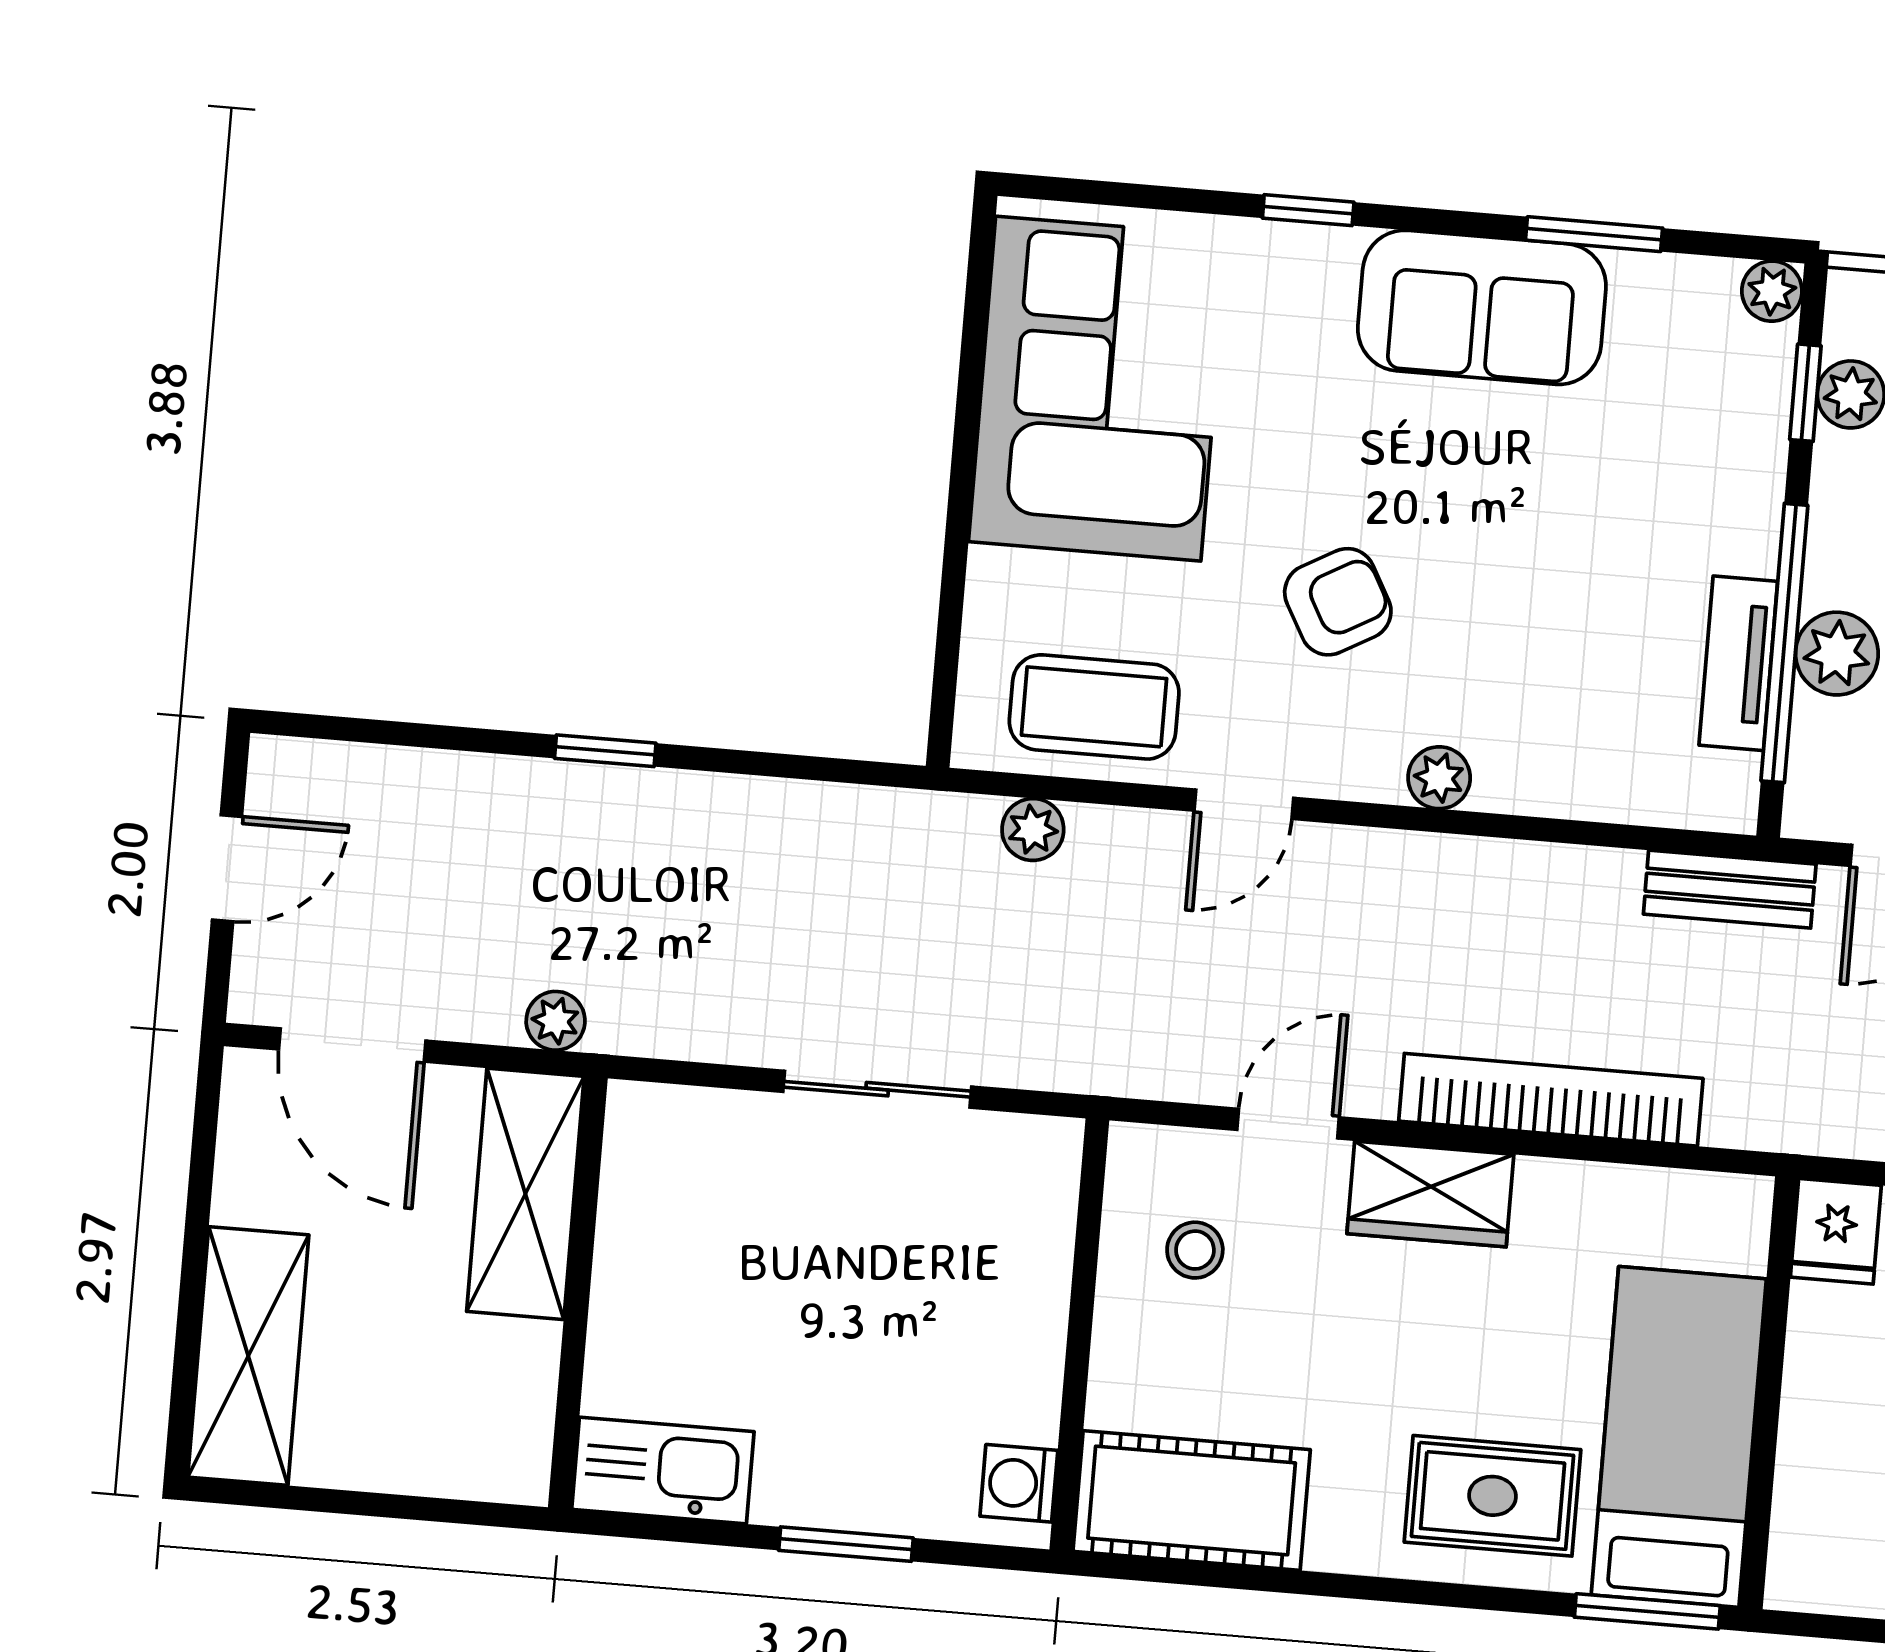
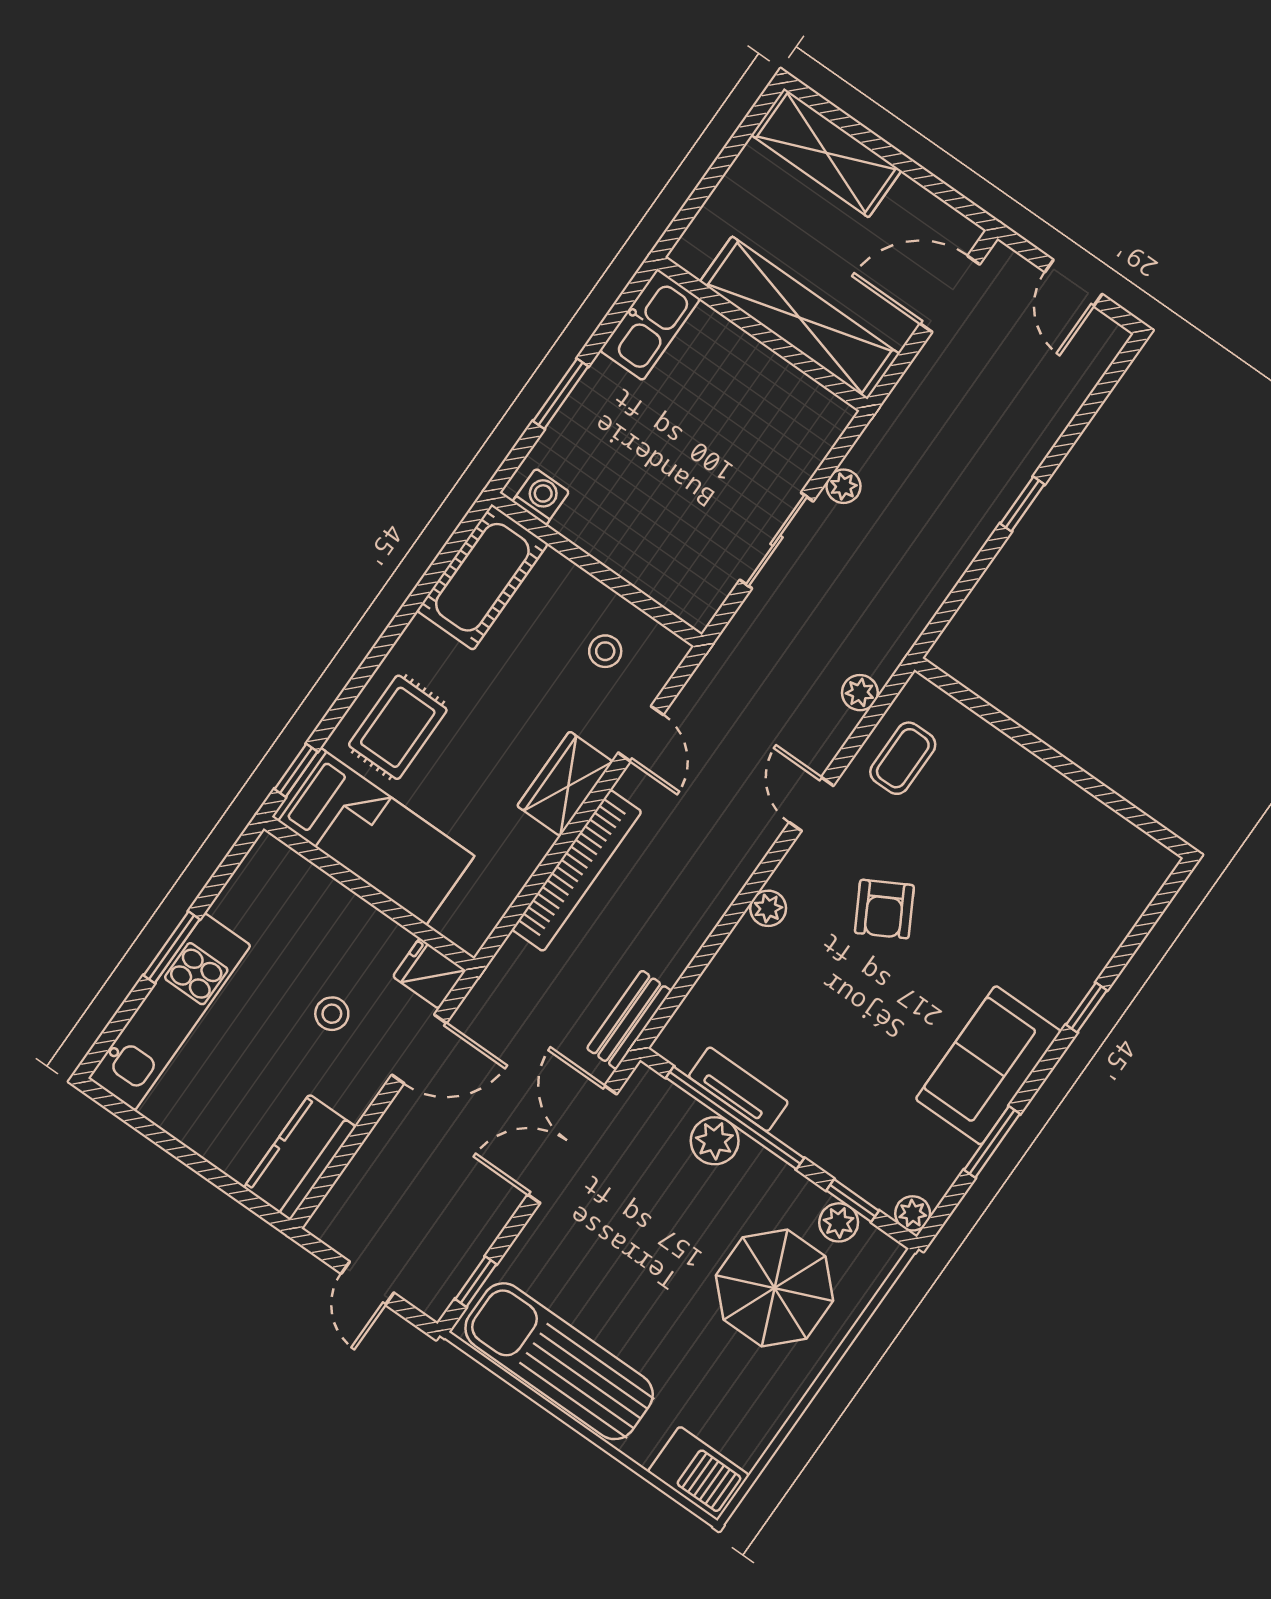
corner sofa: (1098, 389) -> (1059, 852), removed
coffee table: (1094, 707) -> (903, 758), width x0.73, depth x0.77
plant: (556, 1021) -> (844, 486), moved
shelving: (525, 1194) -> (800, 318), width x1.47
window: (1647, 1611) -> (296, 770), width x0.67

